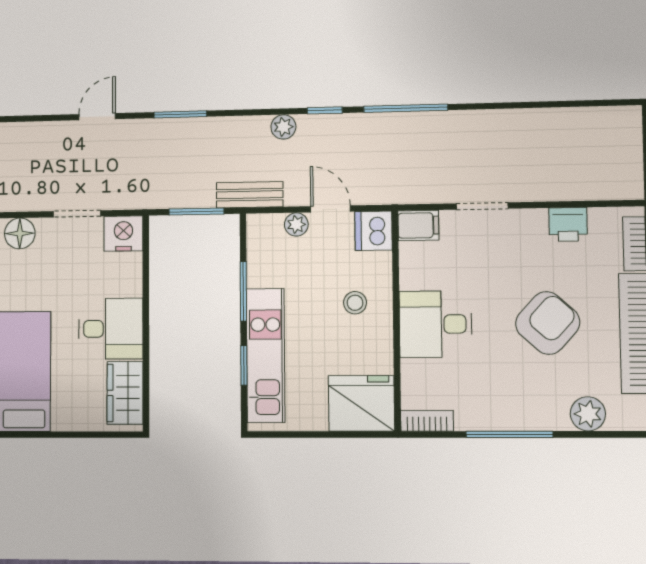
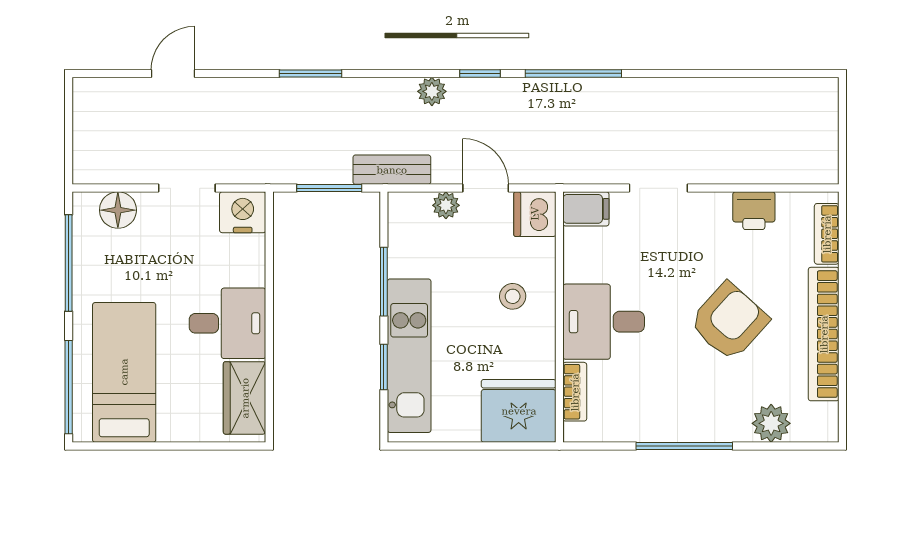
door: (97, 117) -> (173, 73), moved
bookcase: (427, 421) -> (575, 392), moved, turned 90

